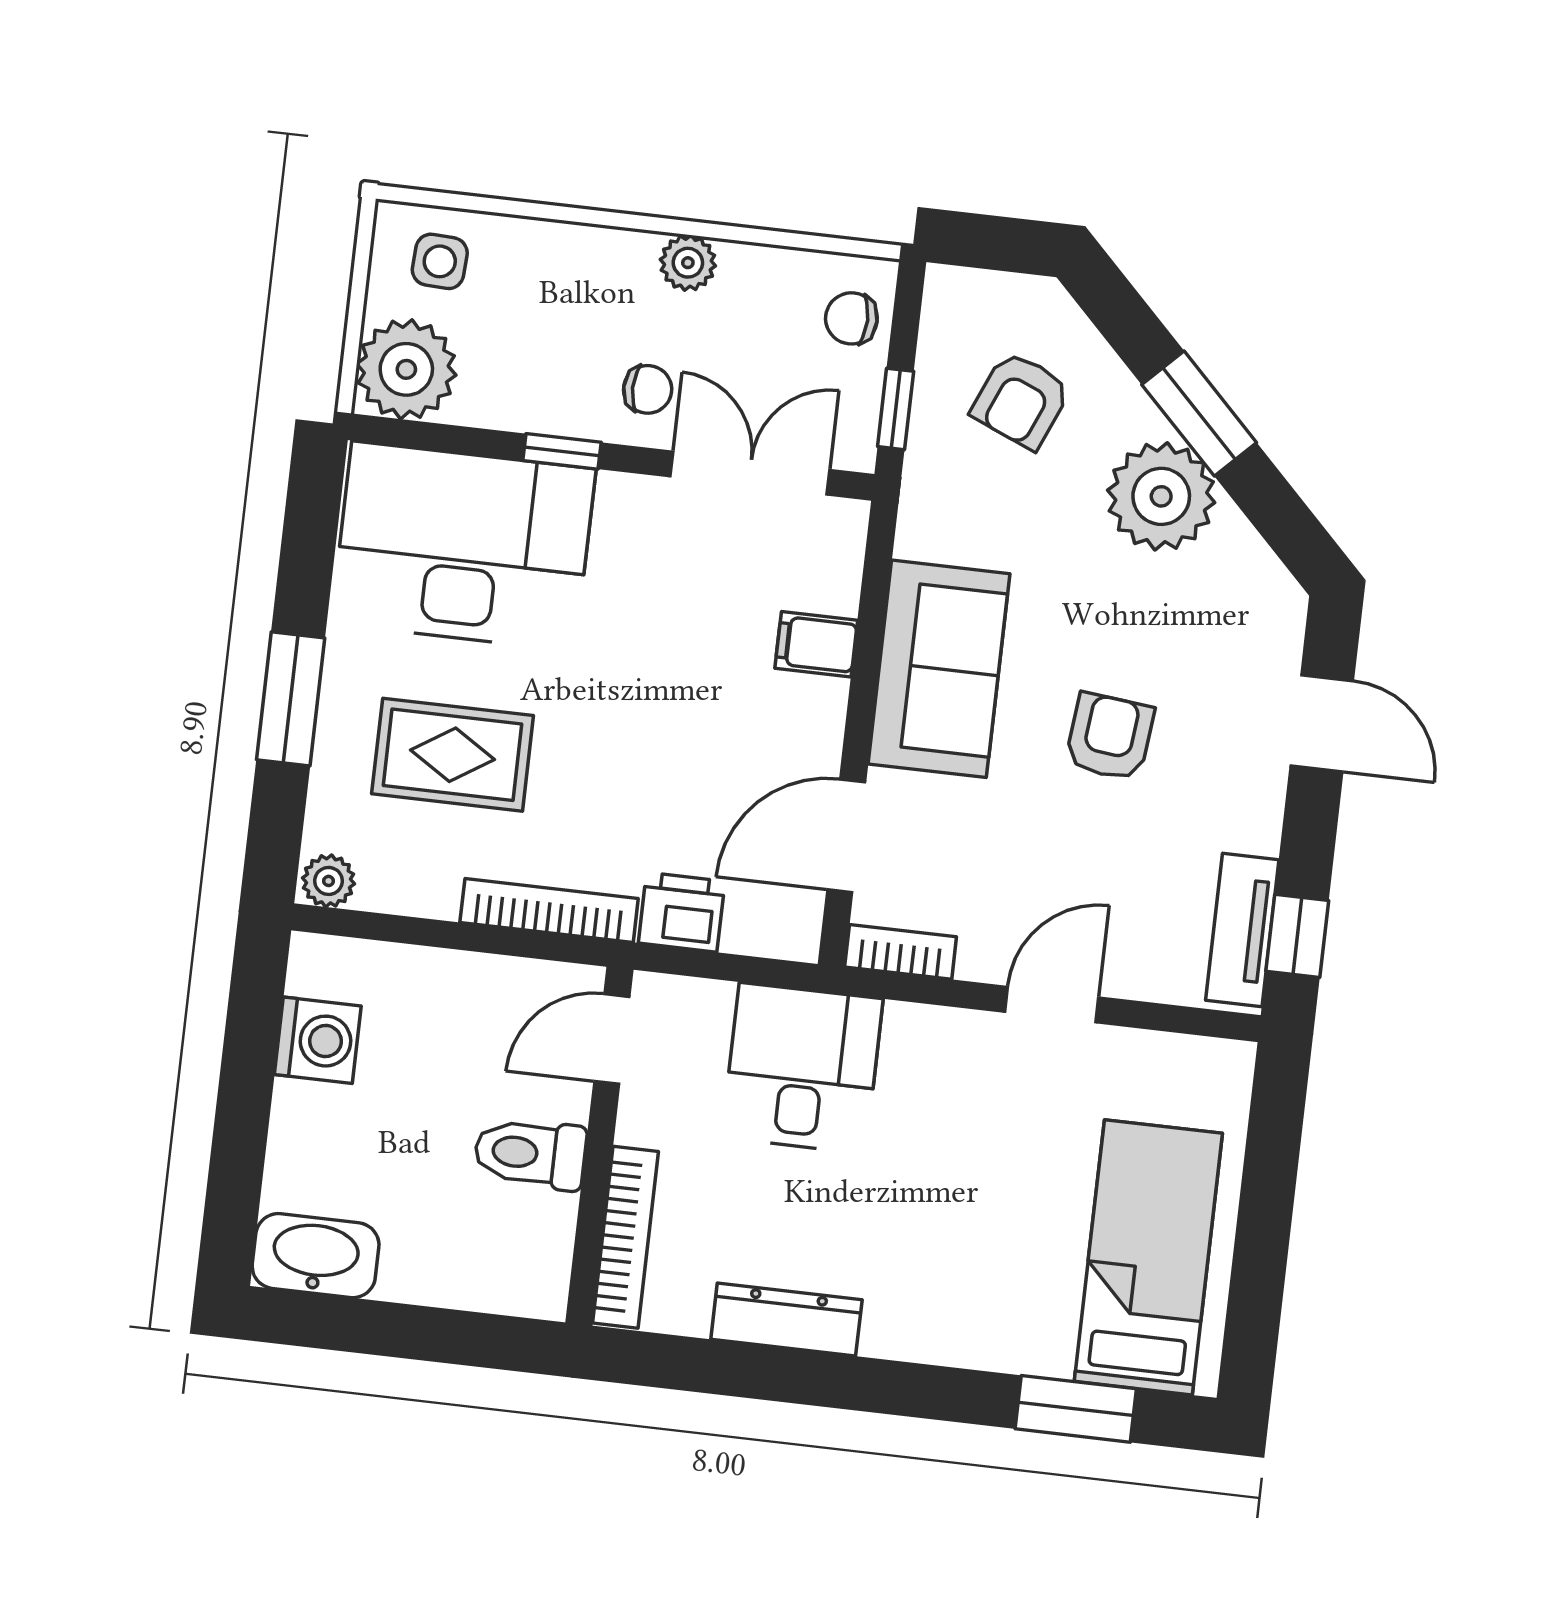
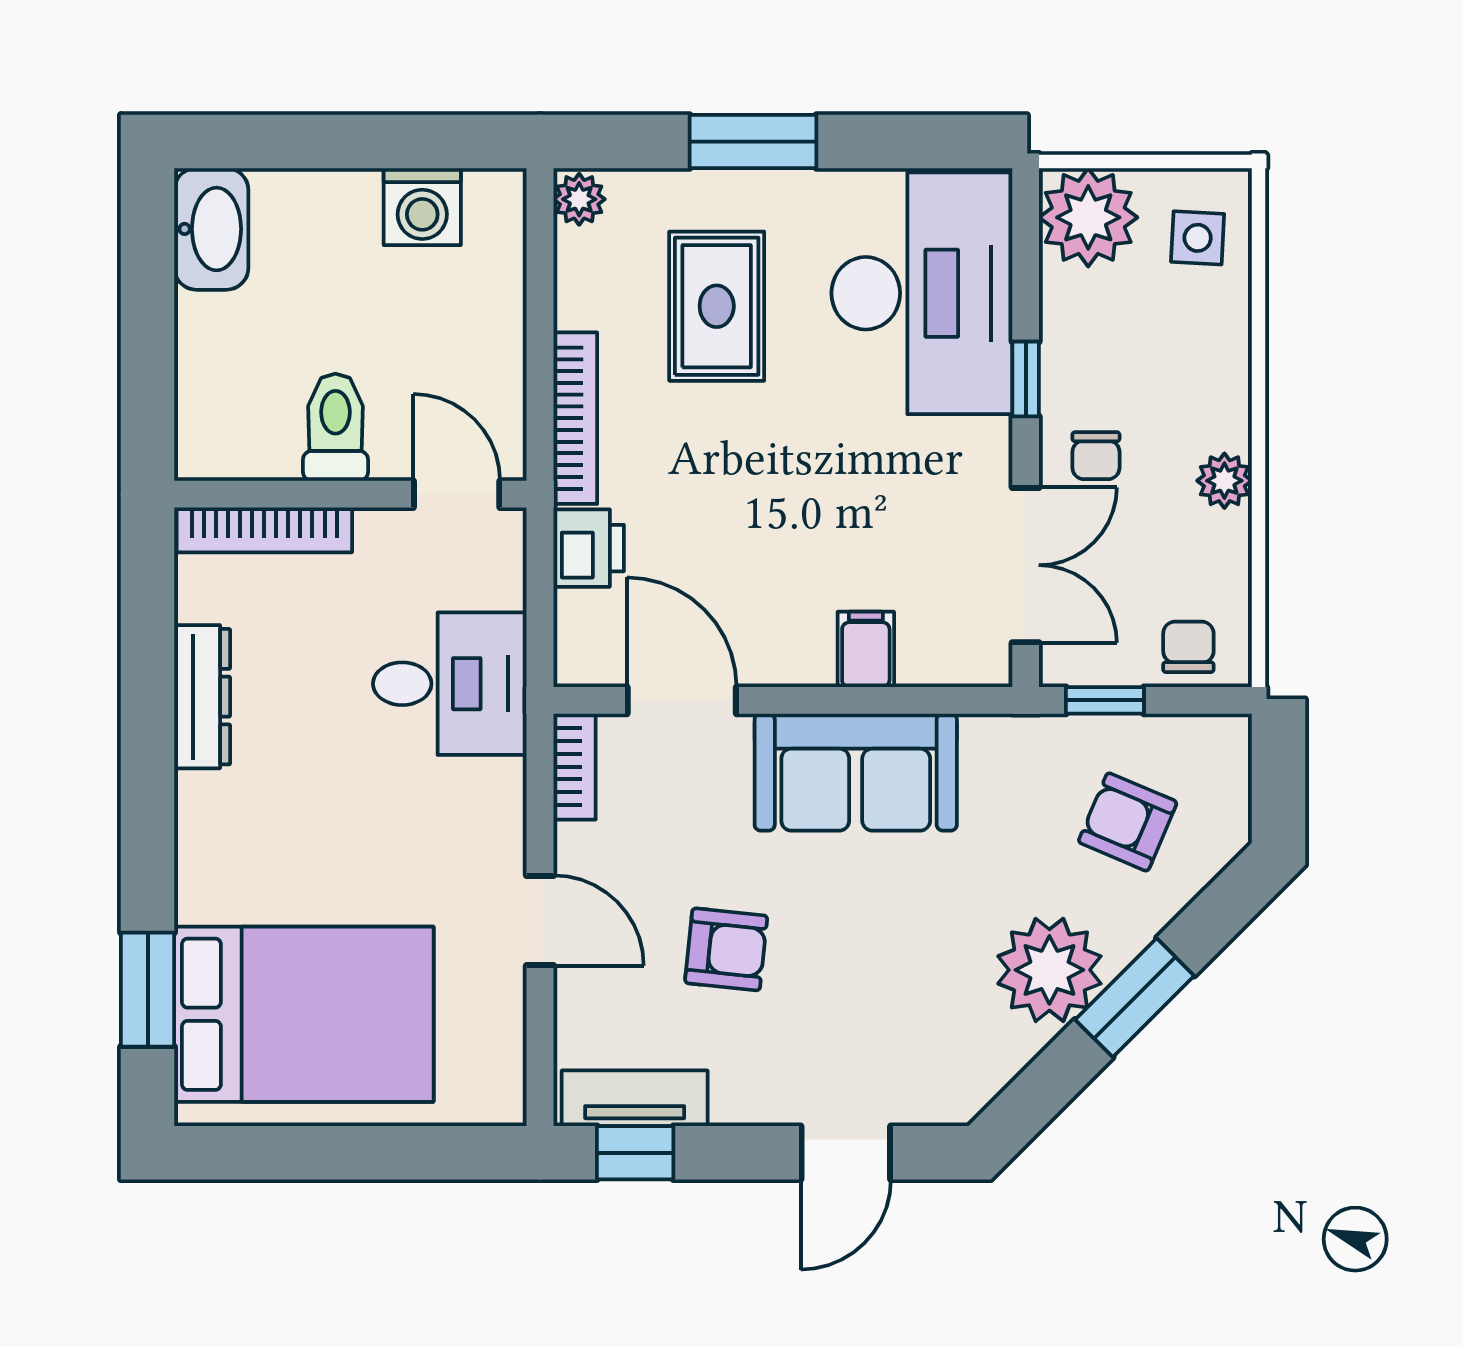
armchair: (1110, 737) -> (726, 949), moved
bed: (1148, 1257) -> (304, 1014), width x1.50

